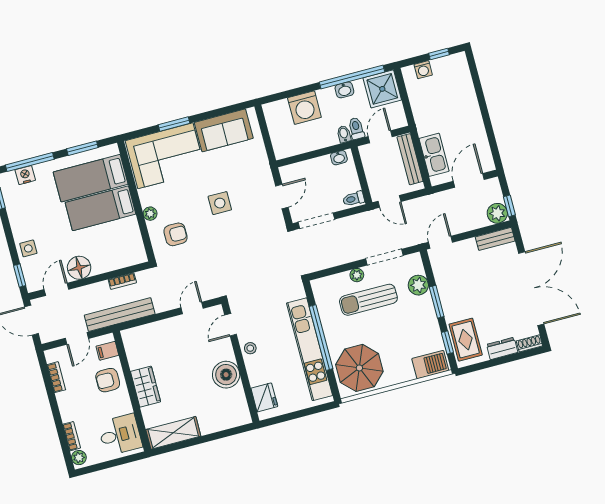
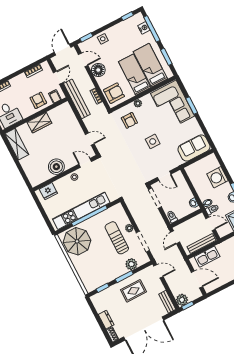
sofa: (224, 130) -> (194, 148), moved, turned 90
armchair: (124, 250) -> (114, 93), added
door: (77, 338) -> (58, 78), swing flipped
rug: (466, 340) -> (134, 291), moved
barbecue: (430, 365) -> (88, 281), removed

